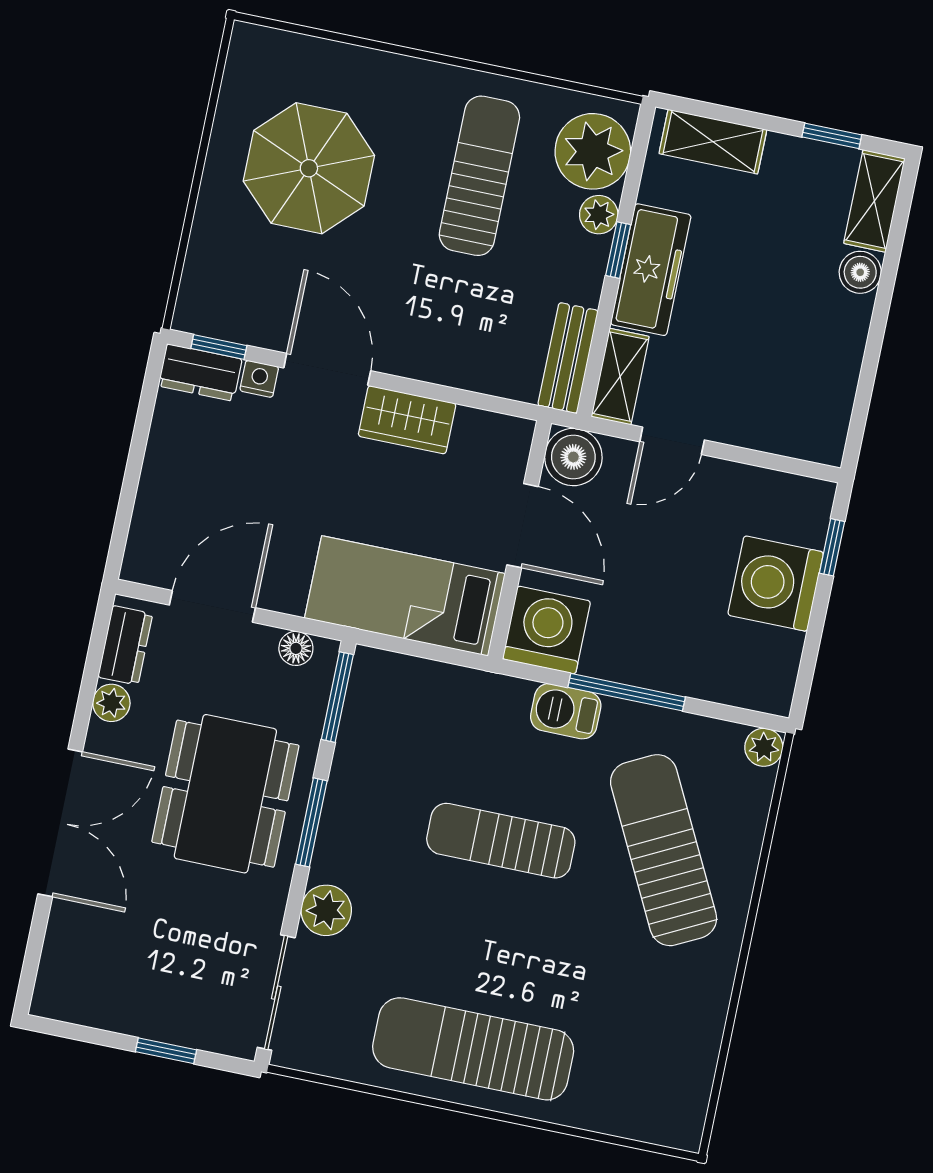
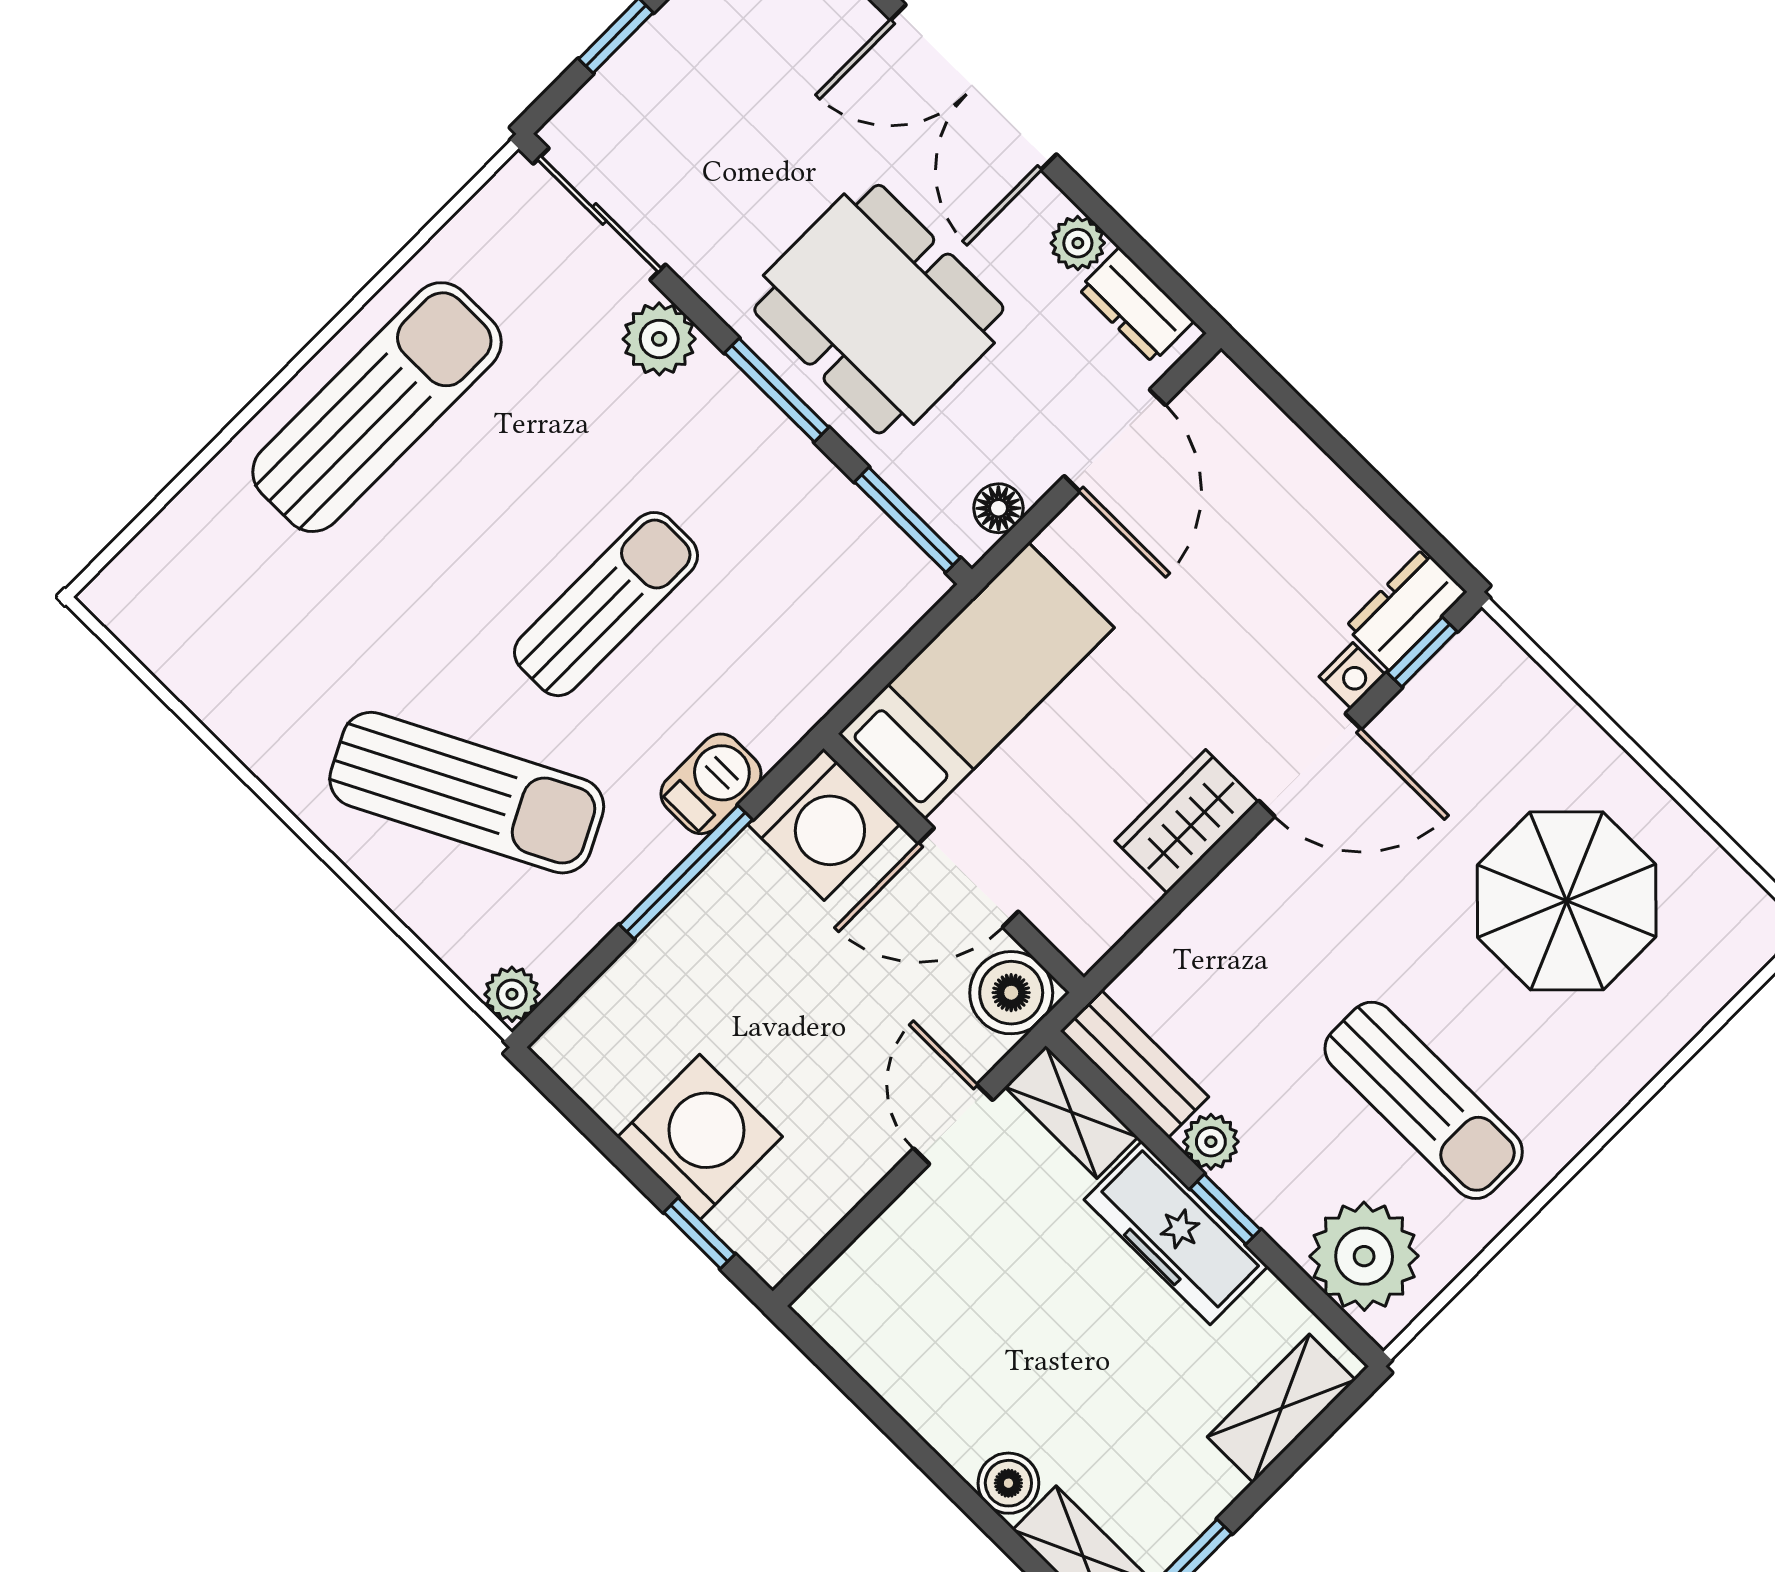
plant: (599, 215) -> (1211, 1142), moved

